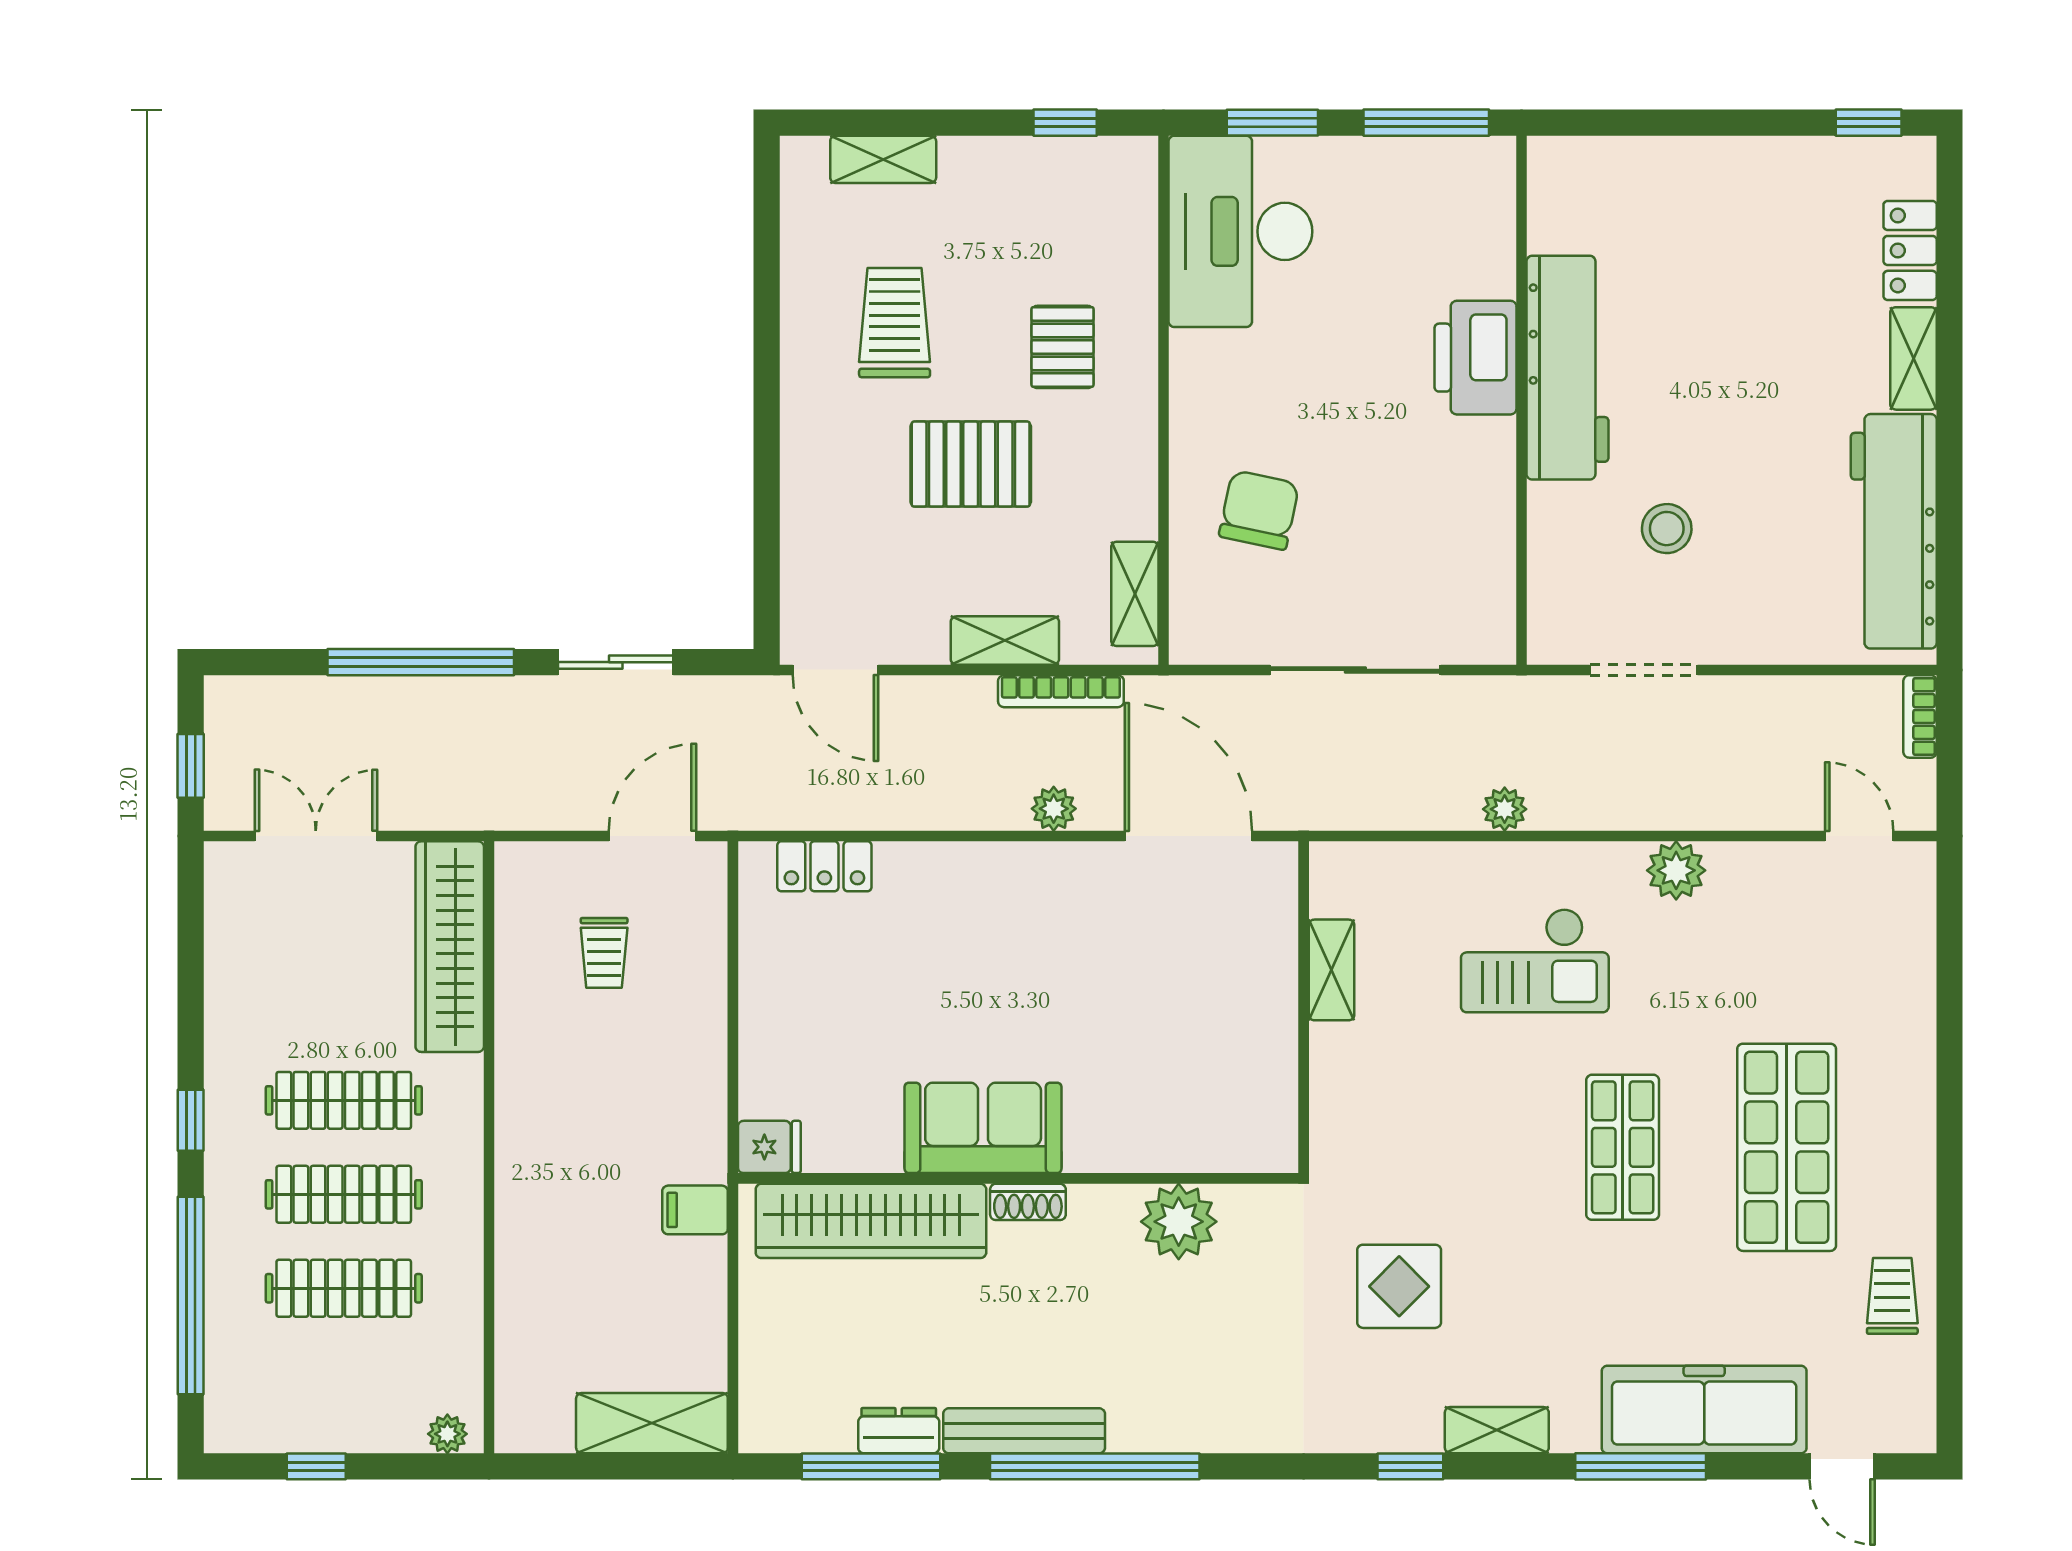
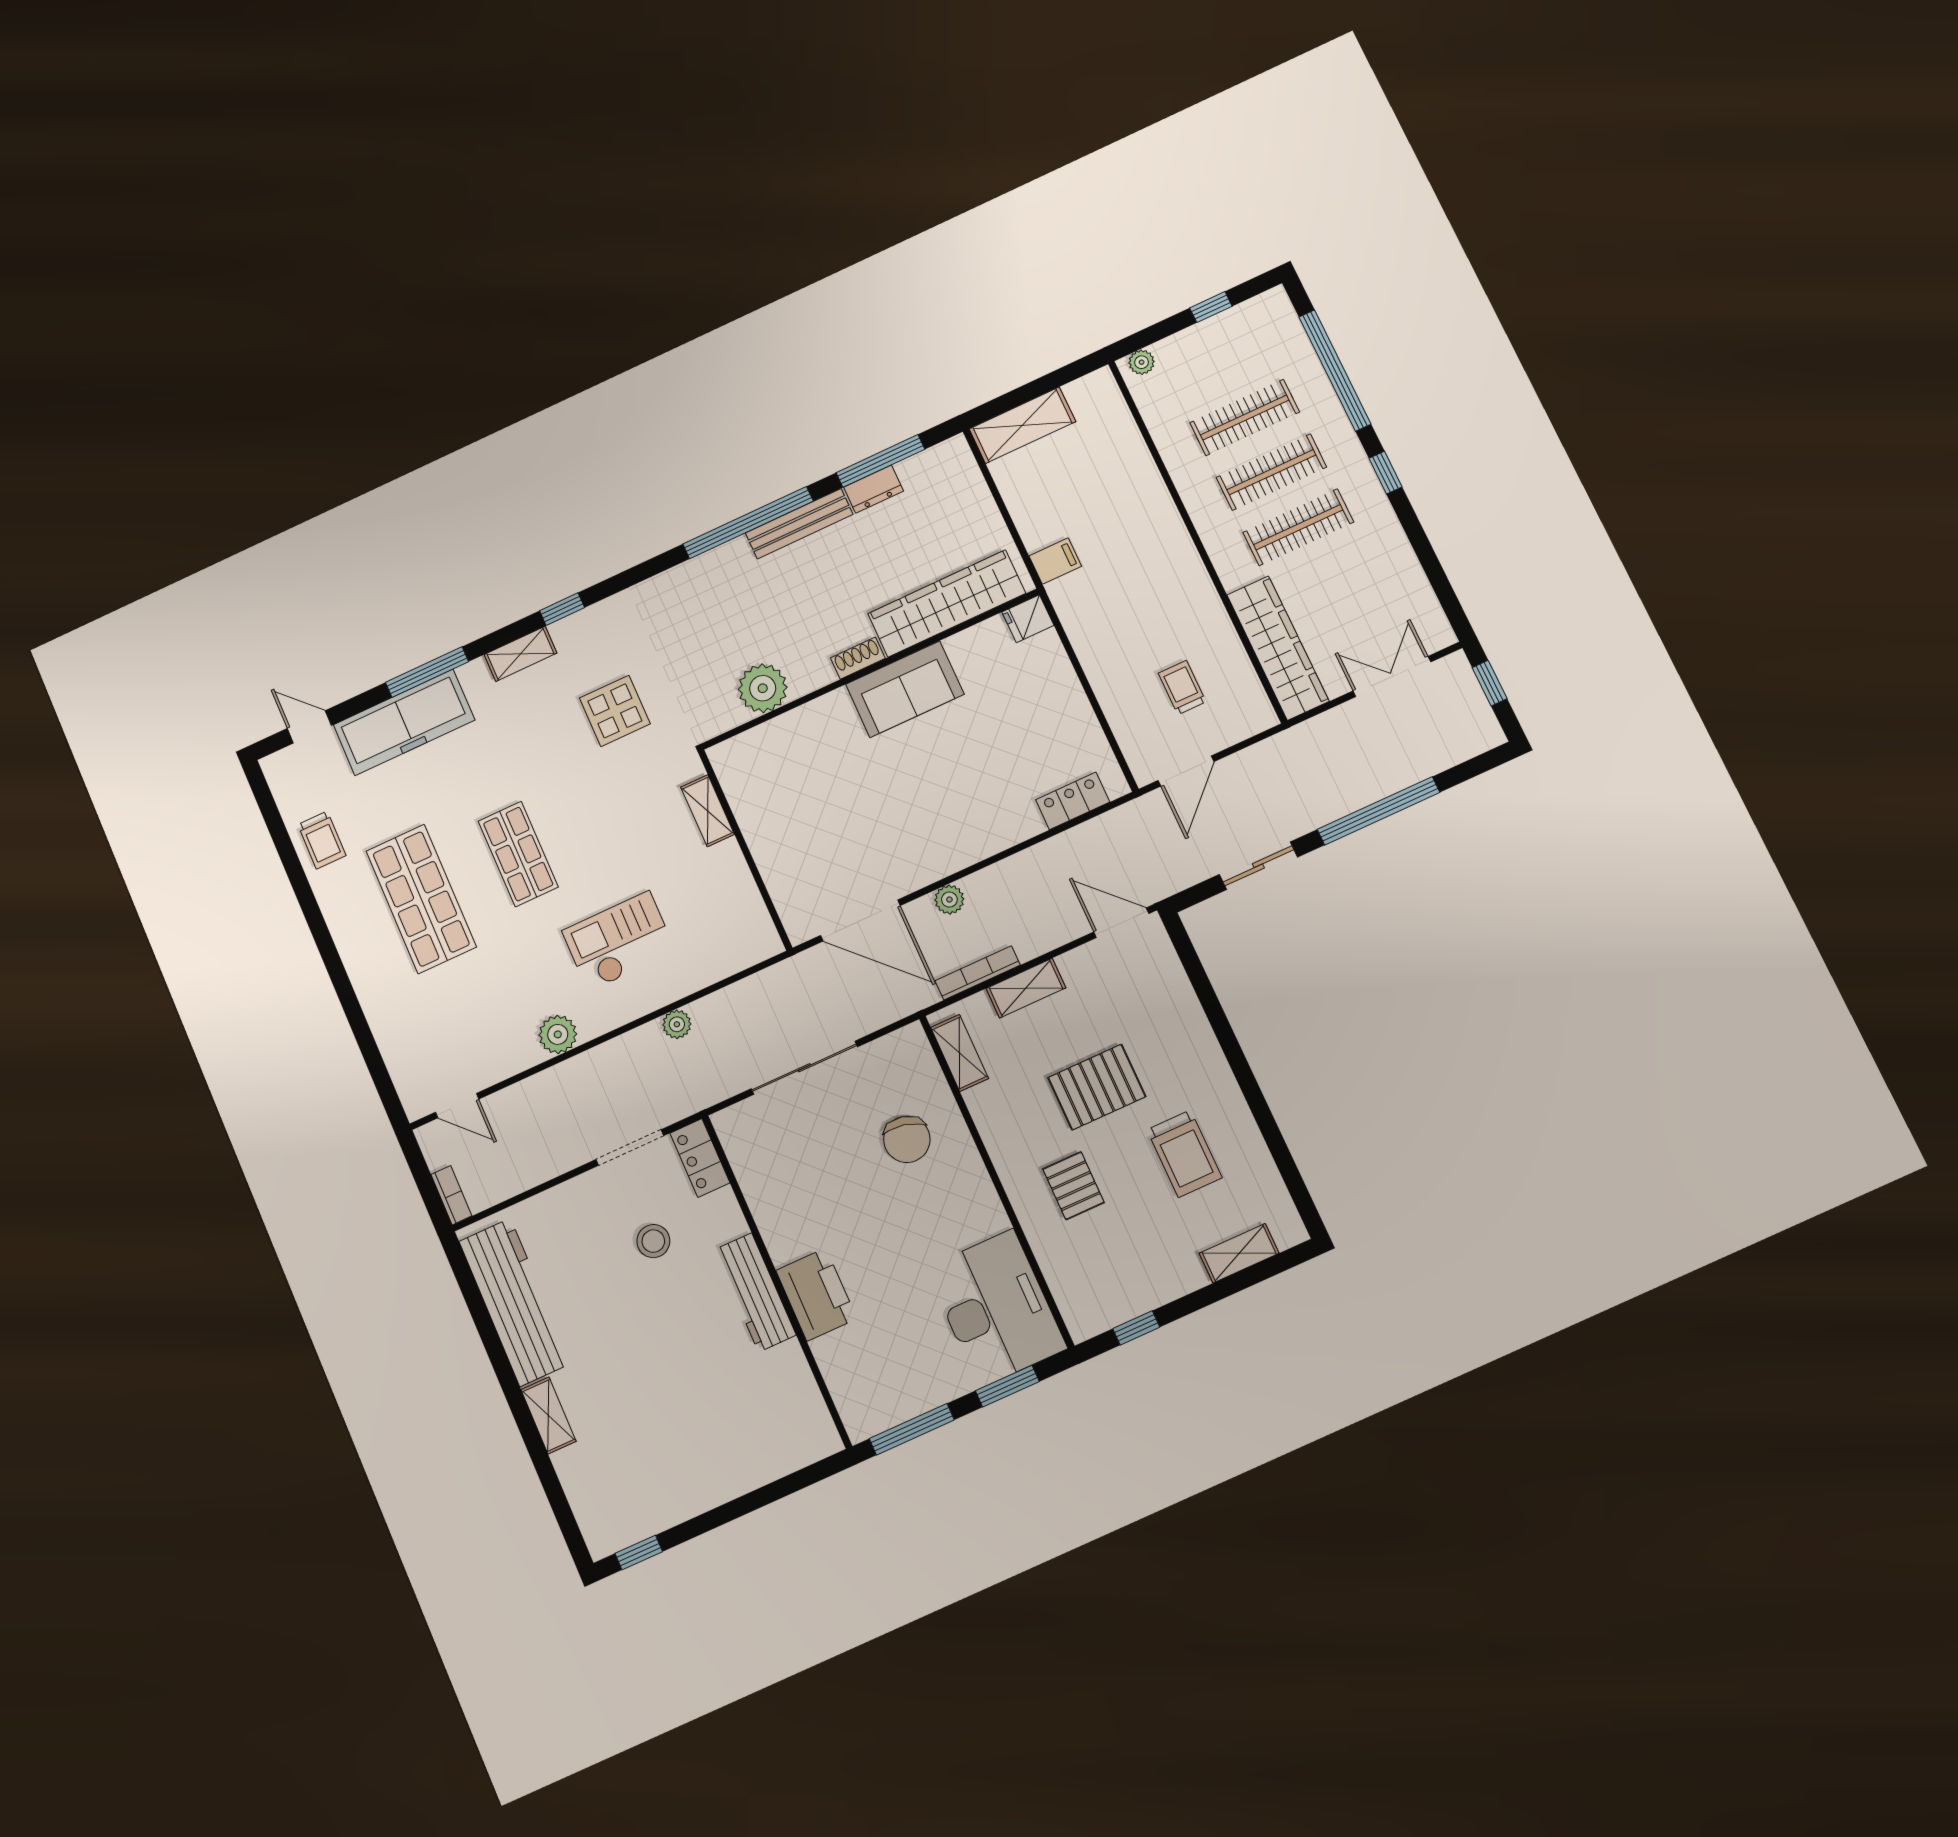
locker: (1910, 250) -> (700, 1158), moved, turned 180
workbench: (1568, 368) -> (755, 1292), width x0.73, depth x0.76
double door: (316, 836) -> (1392, 676), swing flipped
shelving: (1331, 970) -> (708, 811), moved

